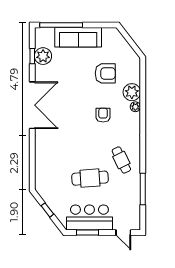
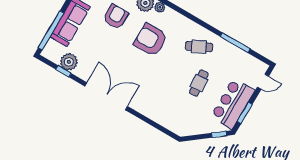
armchair: (103, 115) -> (151, 40), width x1.88, depth x1.88
cafe table: (90, 178) -> (199, 83), width x0.73, depth x0.74
window: (47, 210) -> (219, 134), moved

